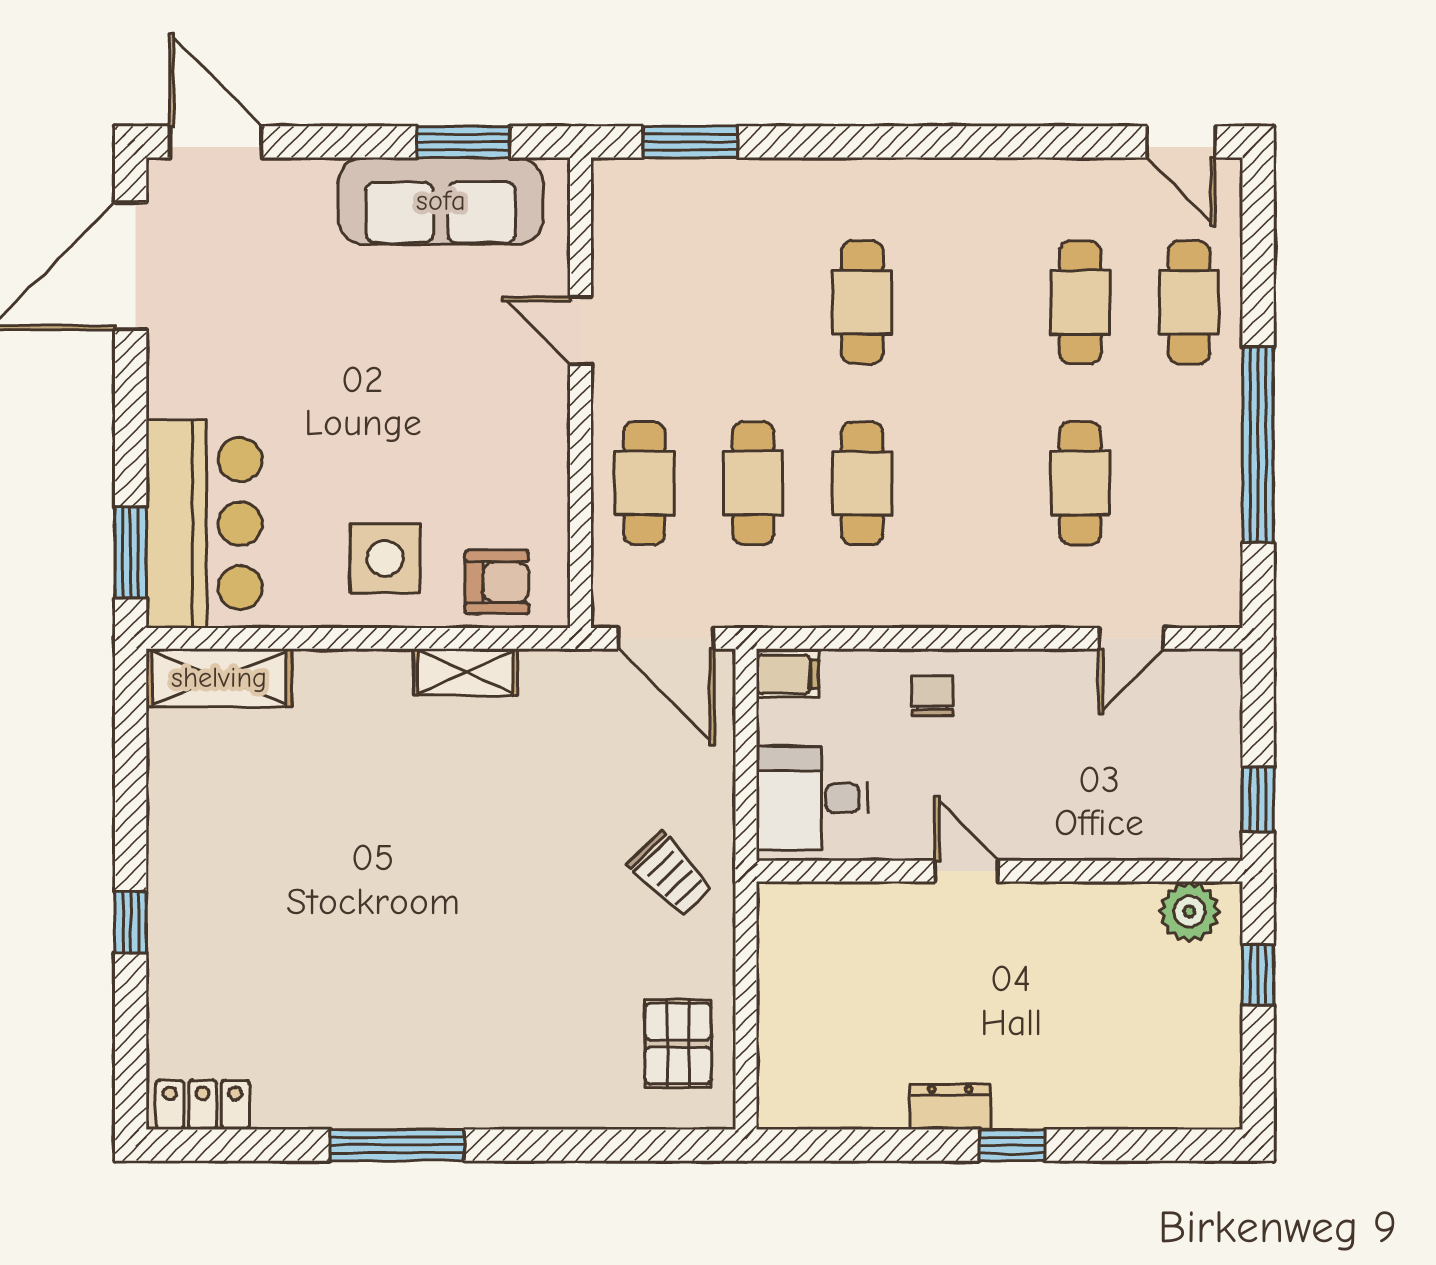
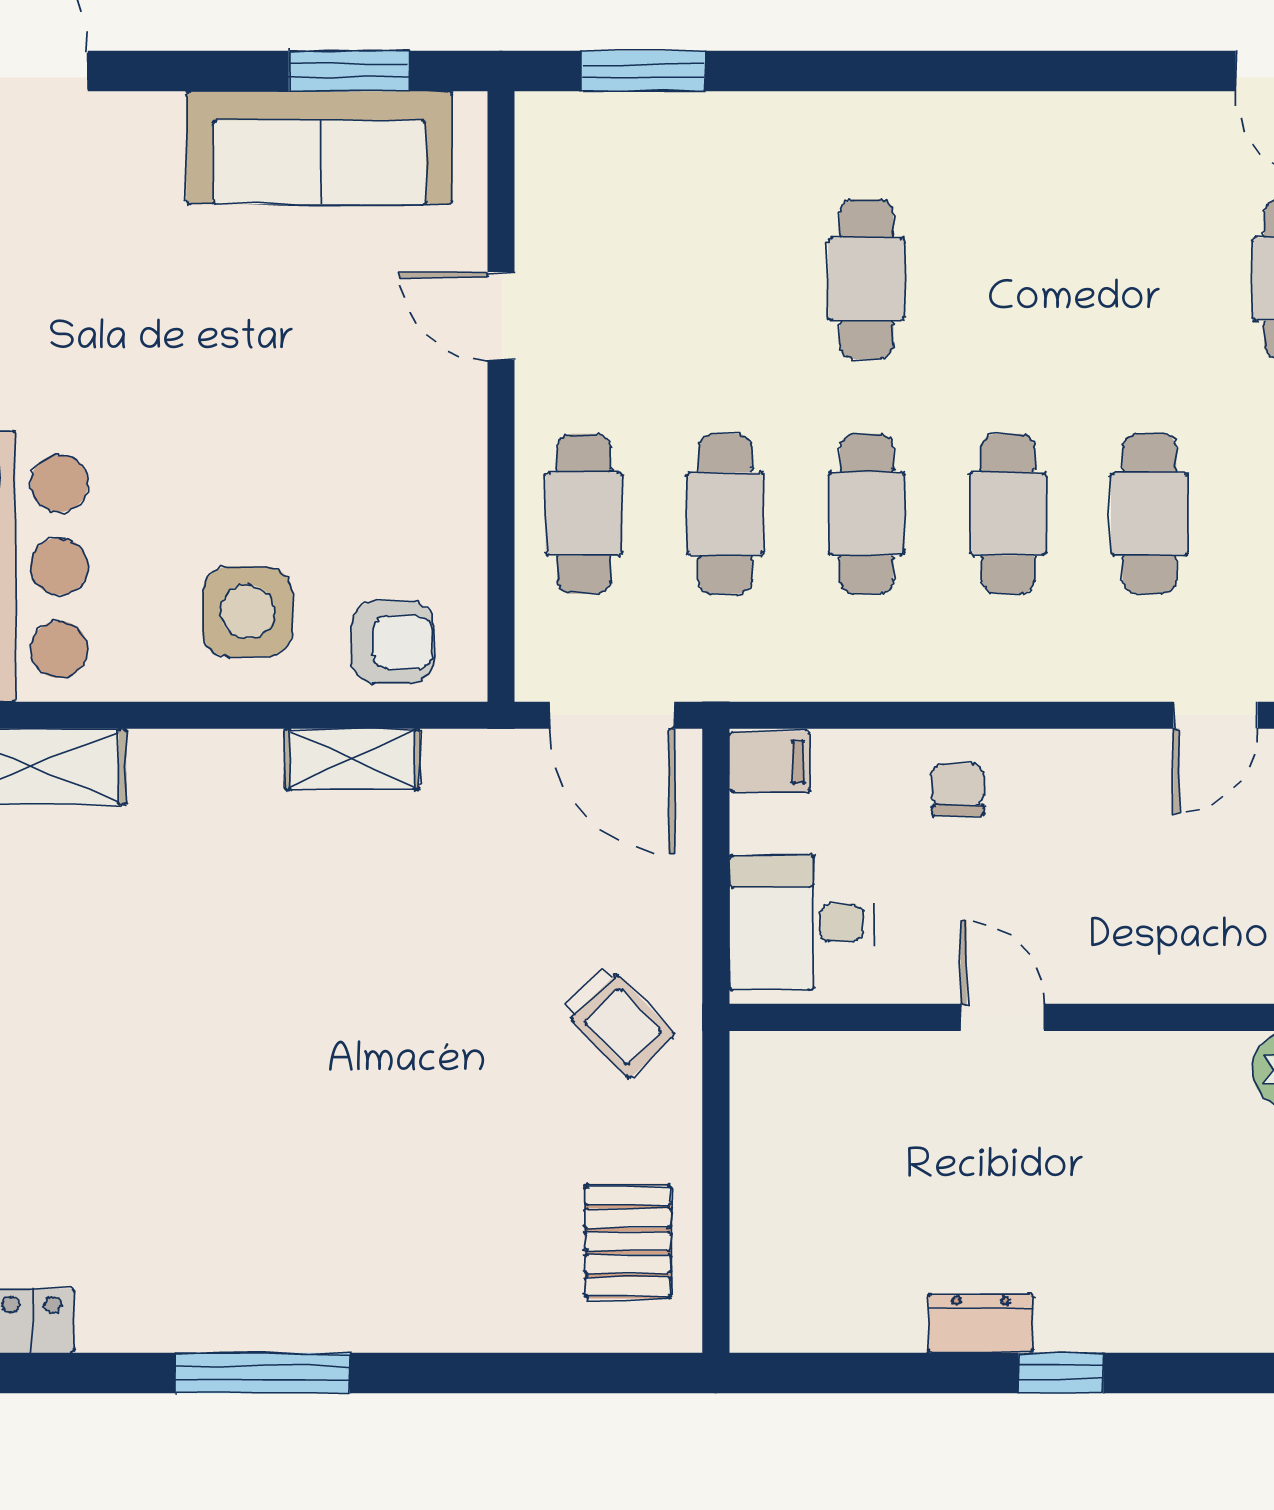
cafe table: (1080, 302) -> (1008, 514), moved

